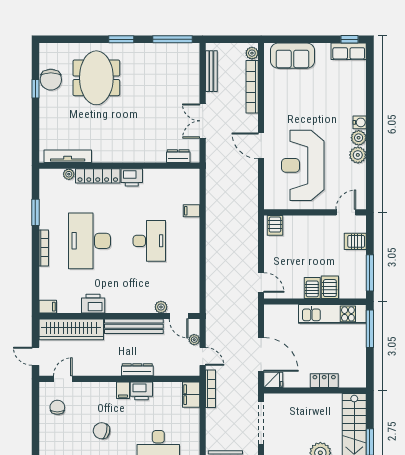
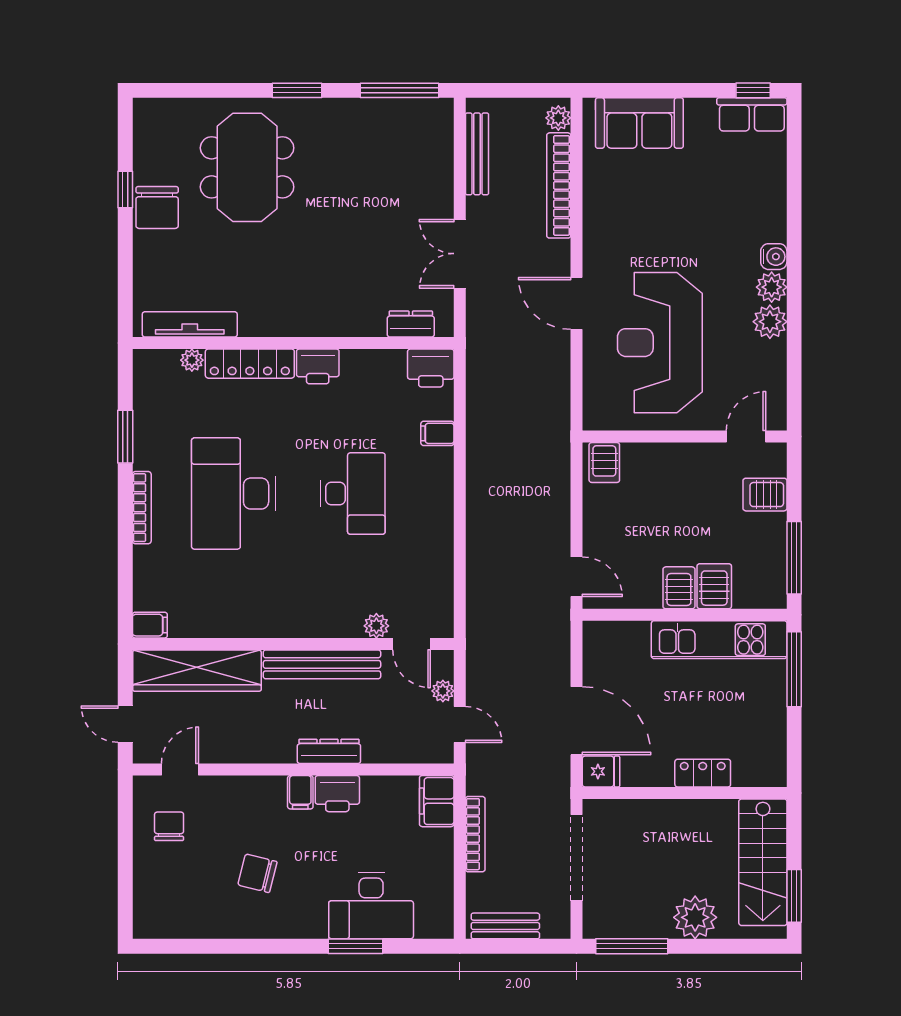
chair: (51, 80) -> (157, 207), moved
printer: (93, 304) -> (431, 368), moved, turned 180
bookcase: (210, 389) -> (475, 834), moved

